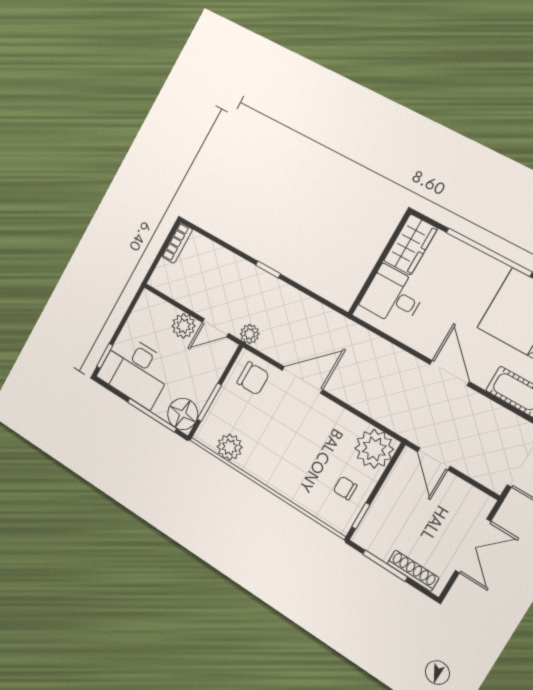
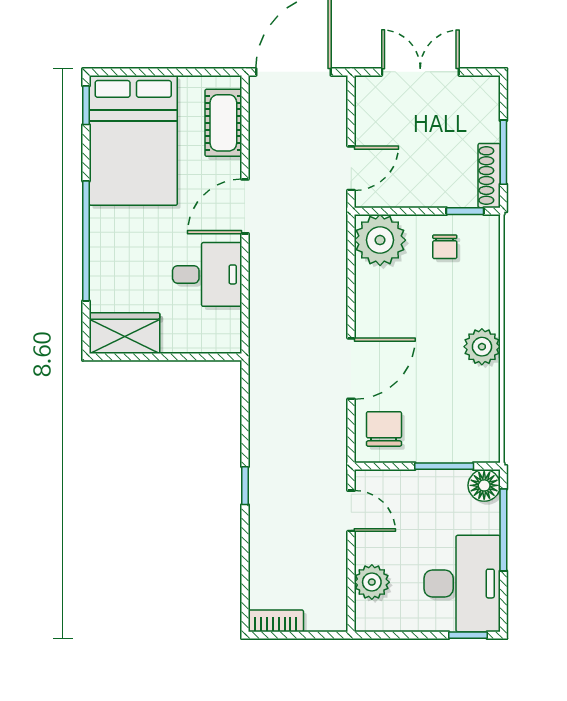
desk: (393, 296) -> (207, 274), moved, turned -90
plant: (184, 326) -> (372, 582), moved
plant: (250, 334) -> (334, 464), removed
door: (302, 380) -> (351, 369), swing flipped
floor lamp: (183, 414) -> (484, 485), width x0.73, depth x0.73
plant: (230, 447) -> (482, 347), moved
shoe rack: (413, 571) -> (489, 176), moved

